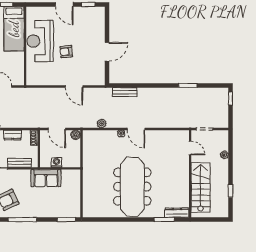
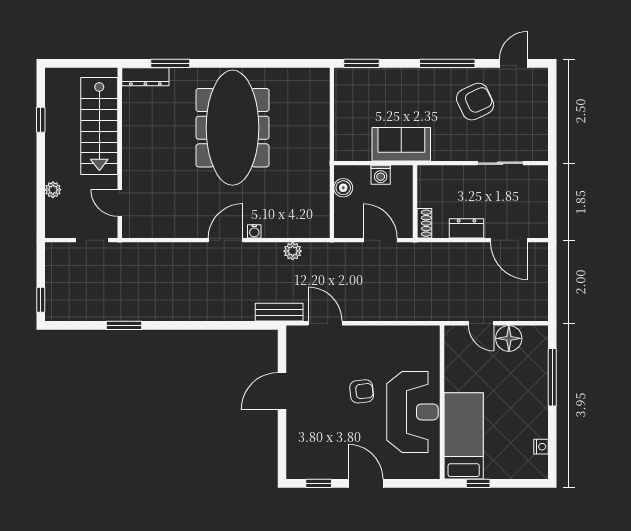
door: (74, 86) -> (325, 323), moved
bench: (125, 92) -> (279, 312), moved
door: (136, 129) -> (226, 240), hinge flipped
boiler: (76, 135) -> (343, 188), moved
bench: (20, 163) -> (453, 174), removed

